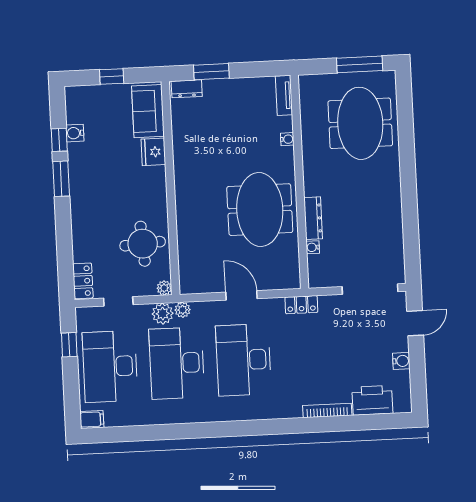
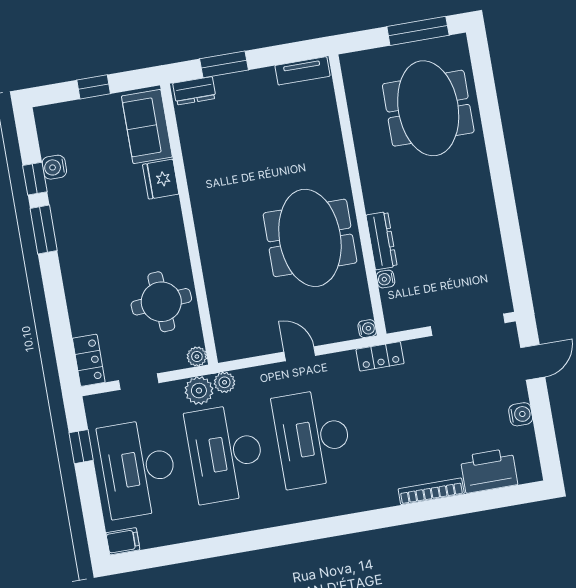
tv unit: (284, 95) -> (302, 71), moved, turned -90
water cooler: (287, 139) -> (367, 329), moved
door: (242, 295) -> (300, 354), width x0.73

